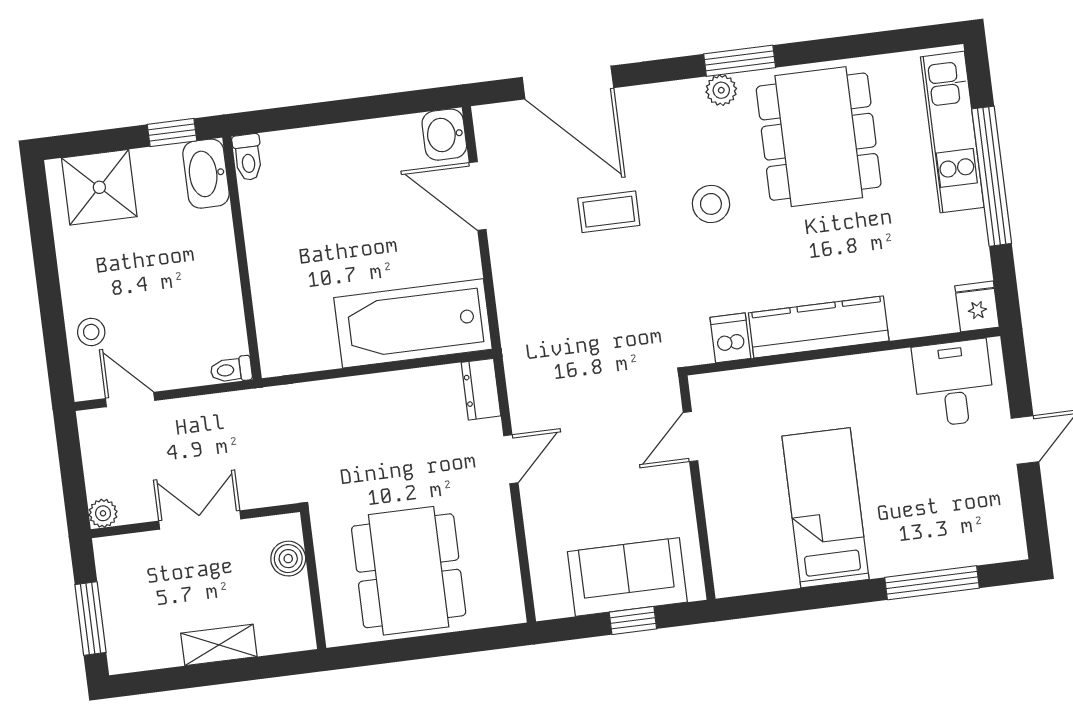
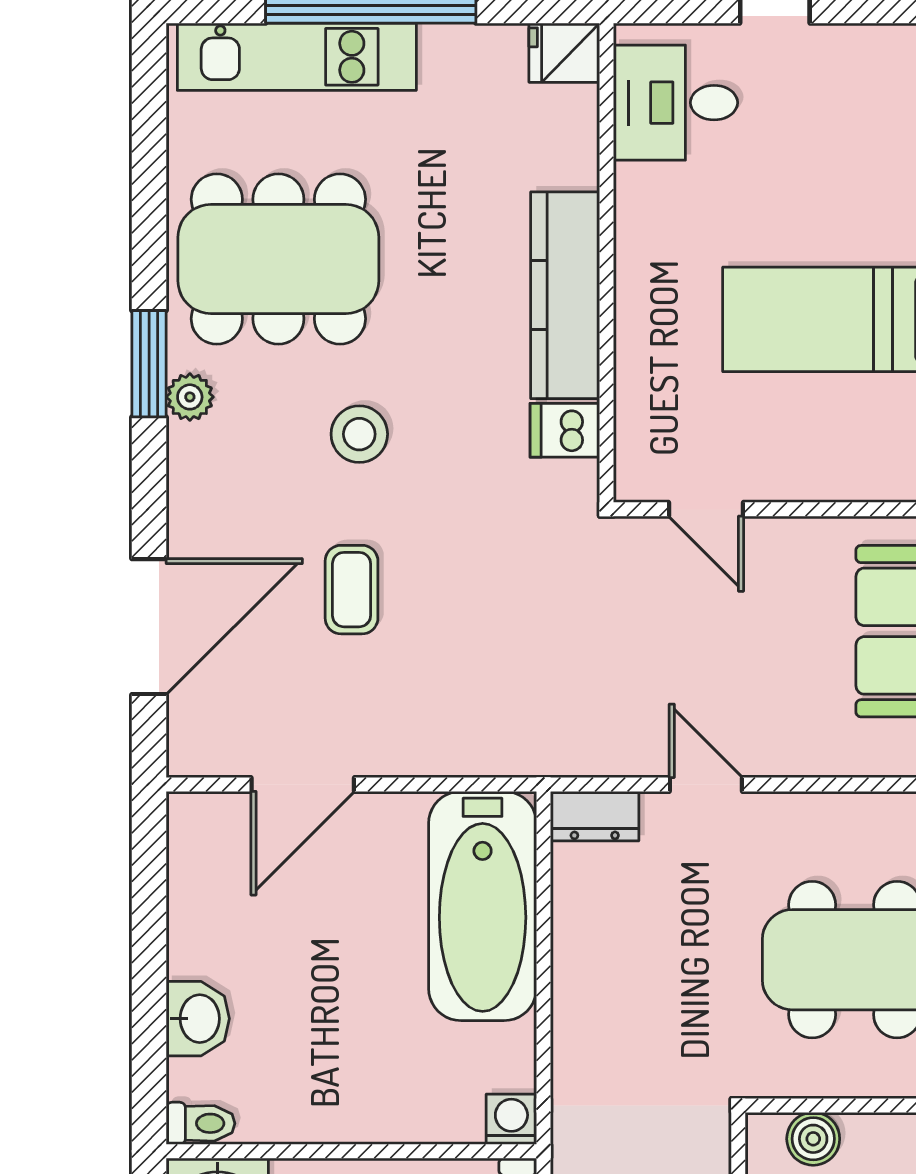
washbasin: (444, 135) -> (198, 1019), moved, turned -90
washing machine: (276, 360) -> (511, 1119), added

